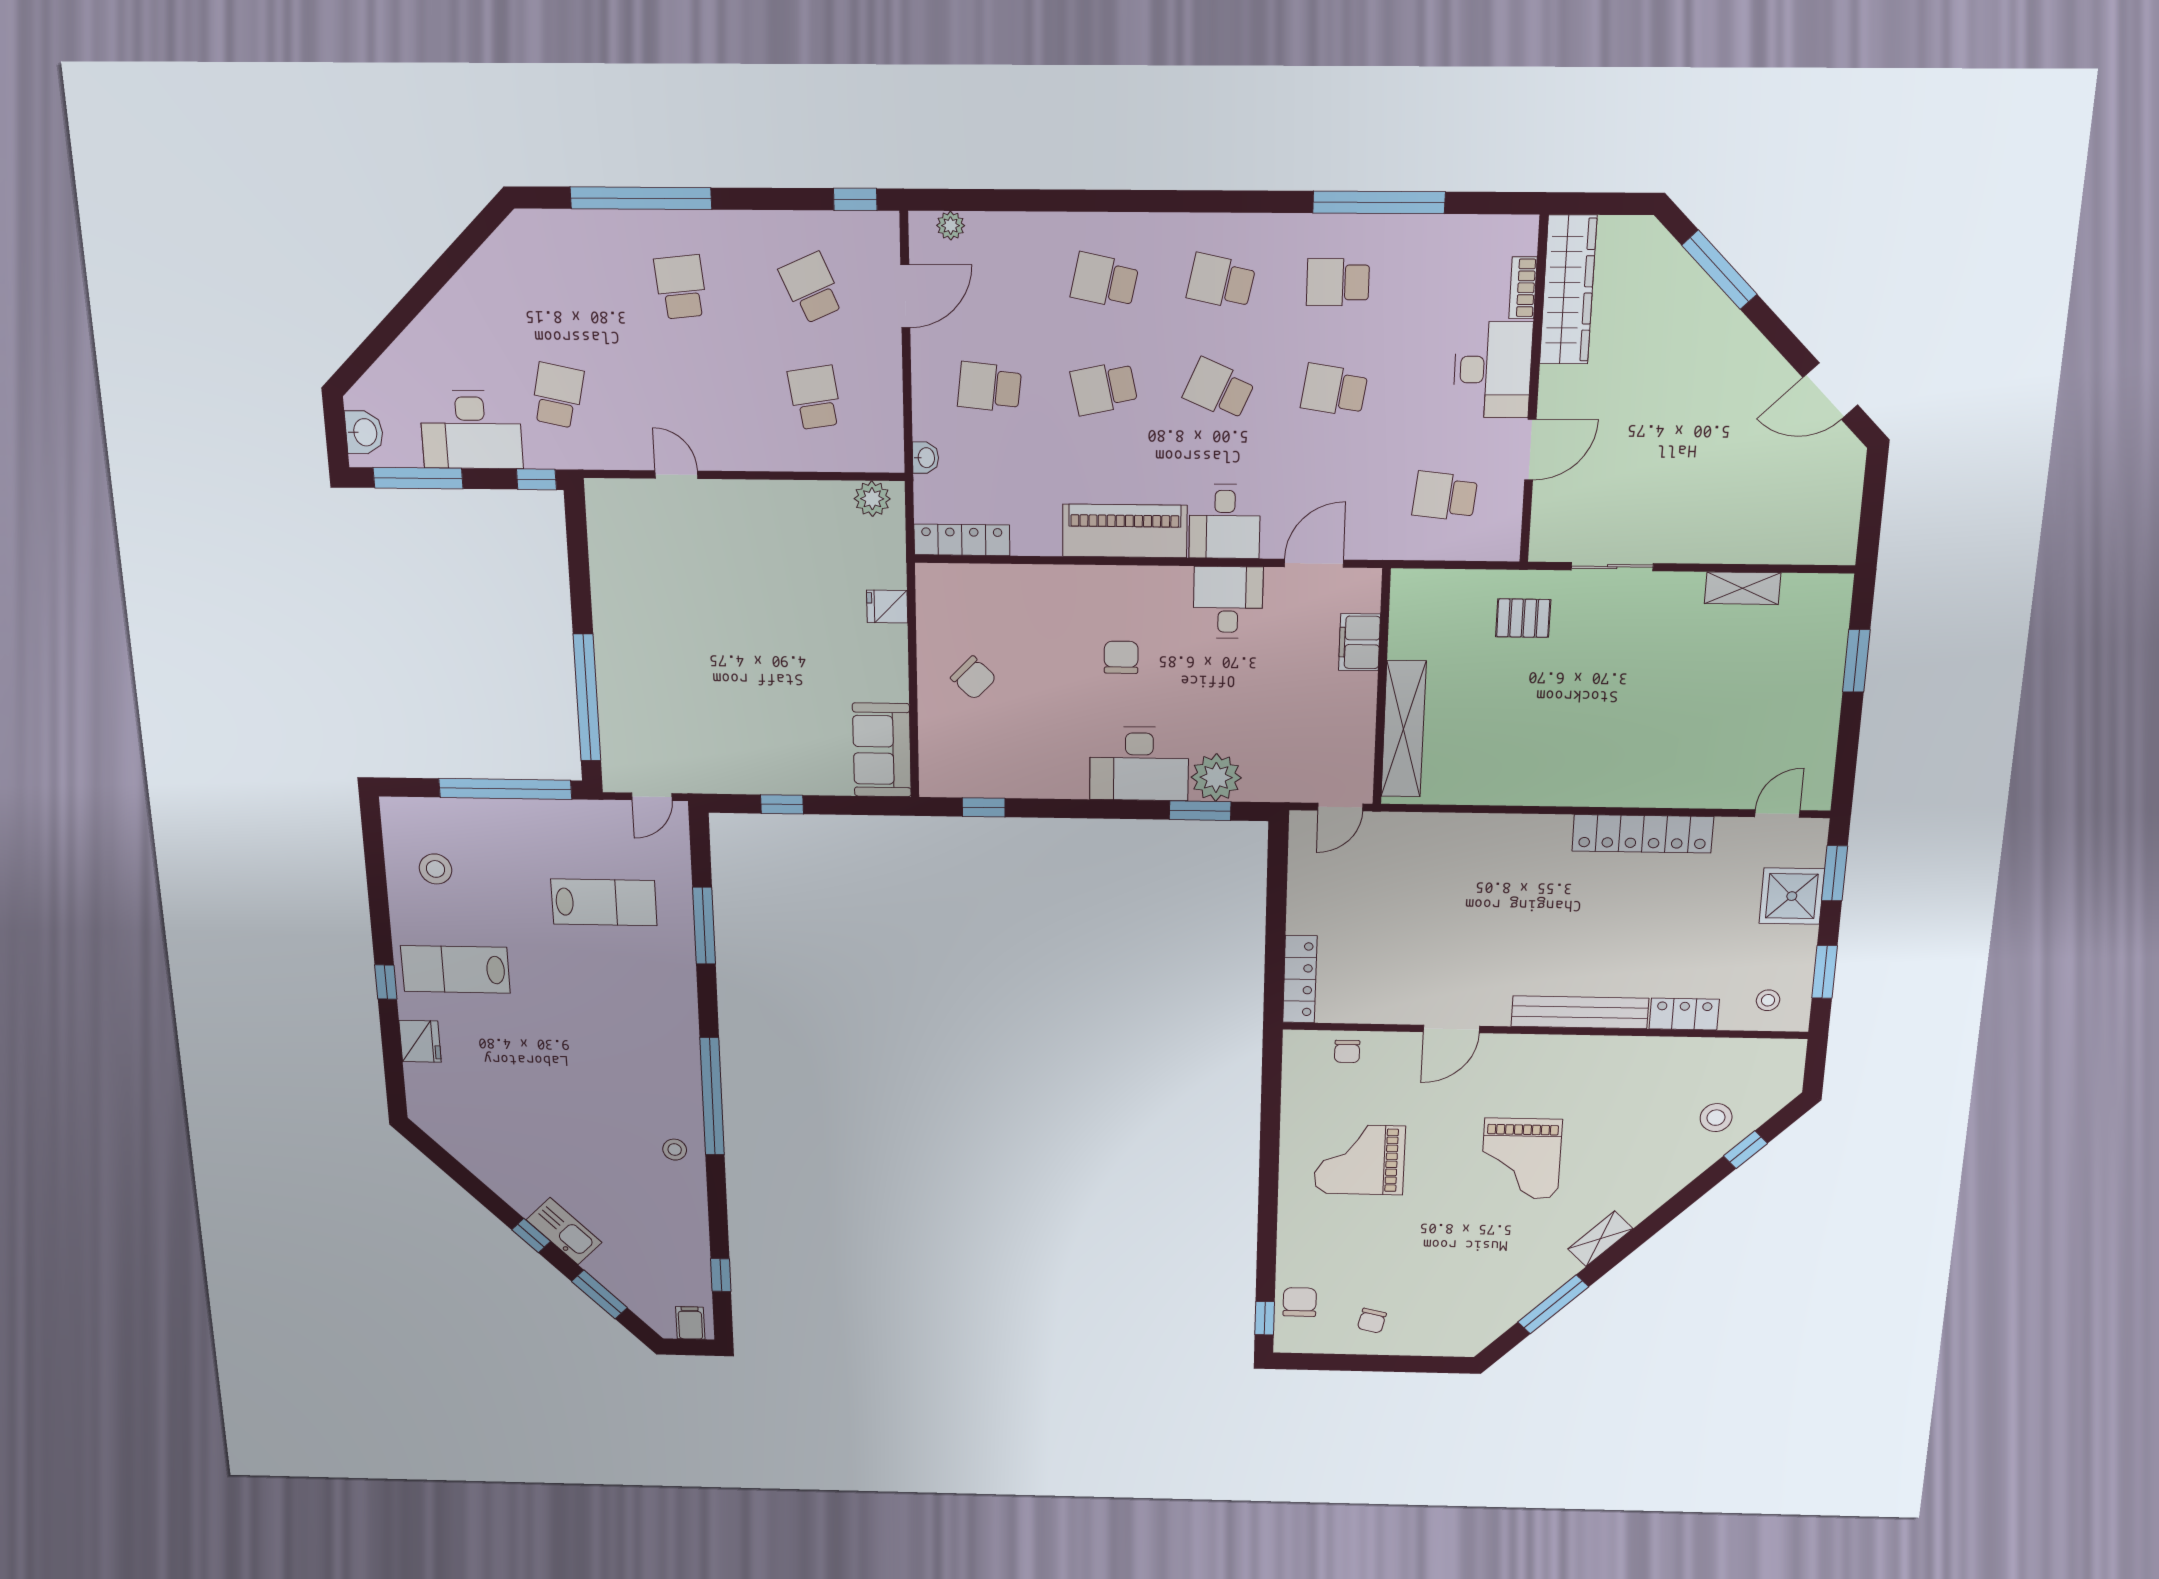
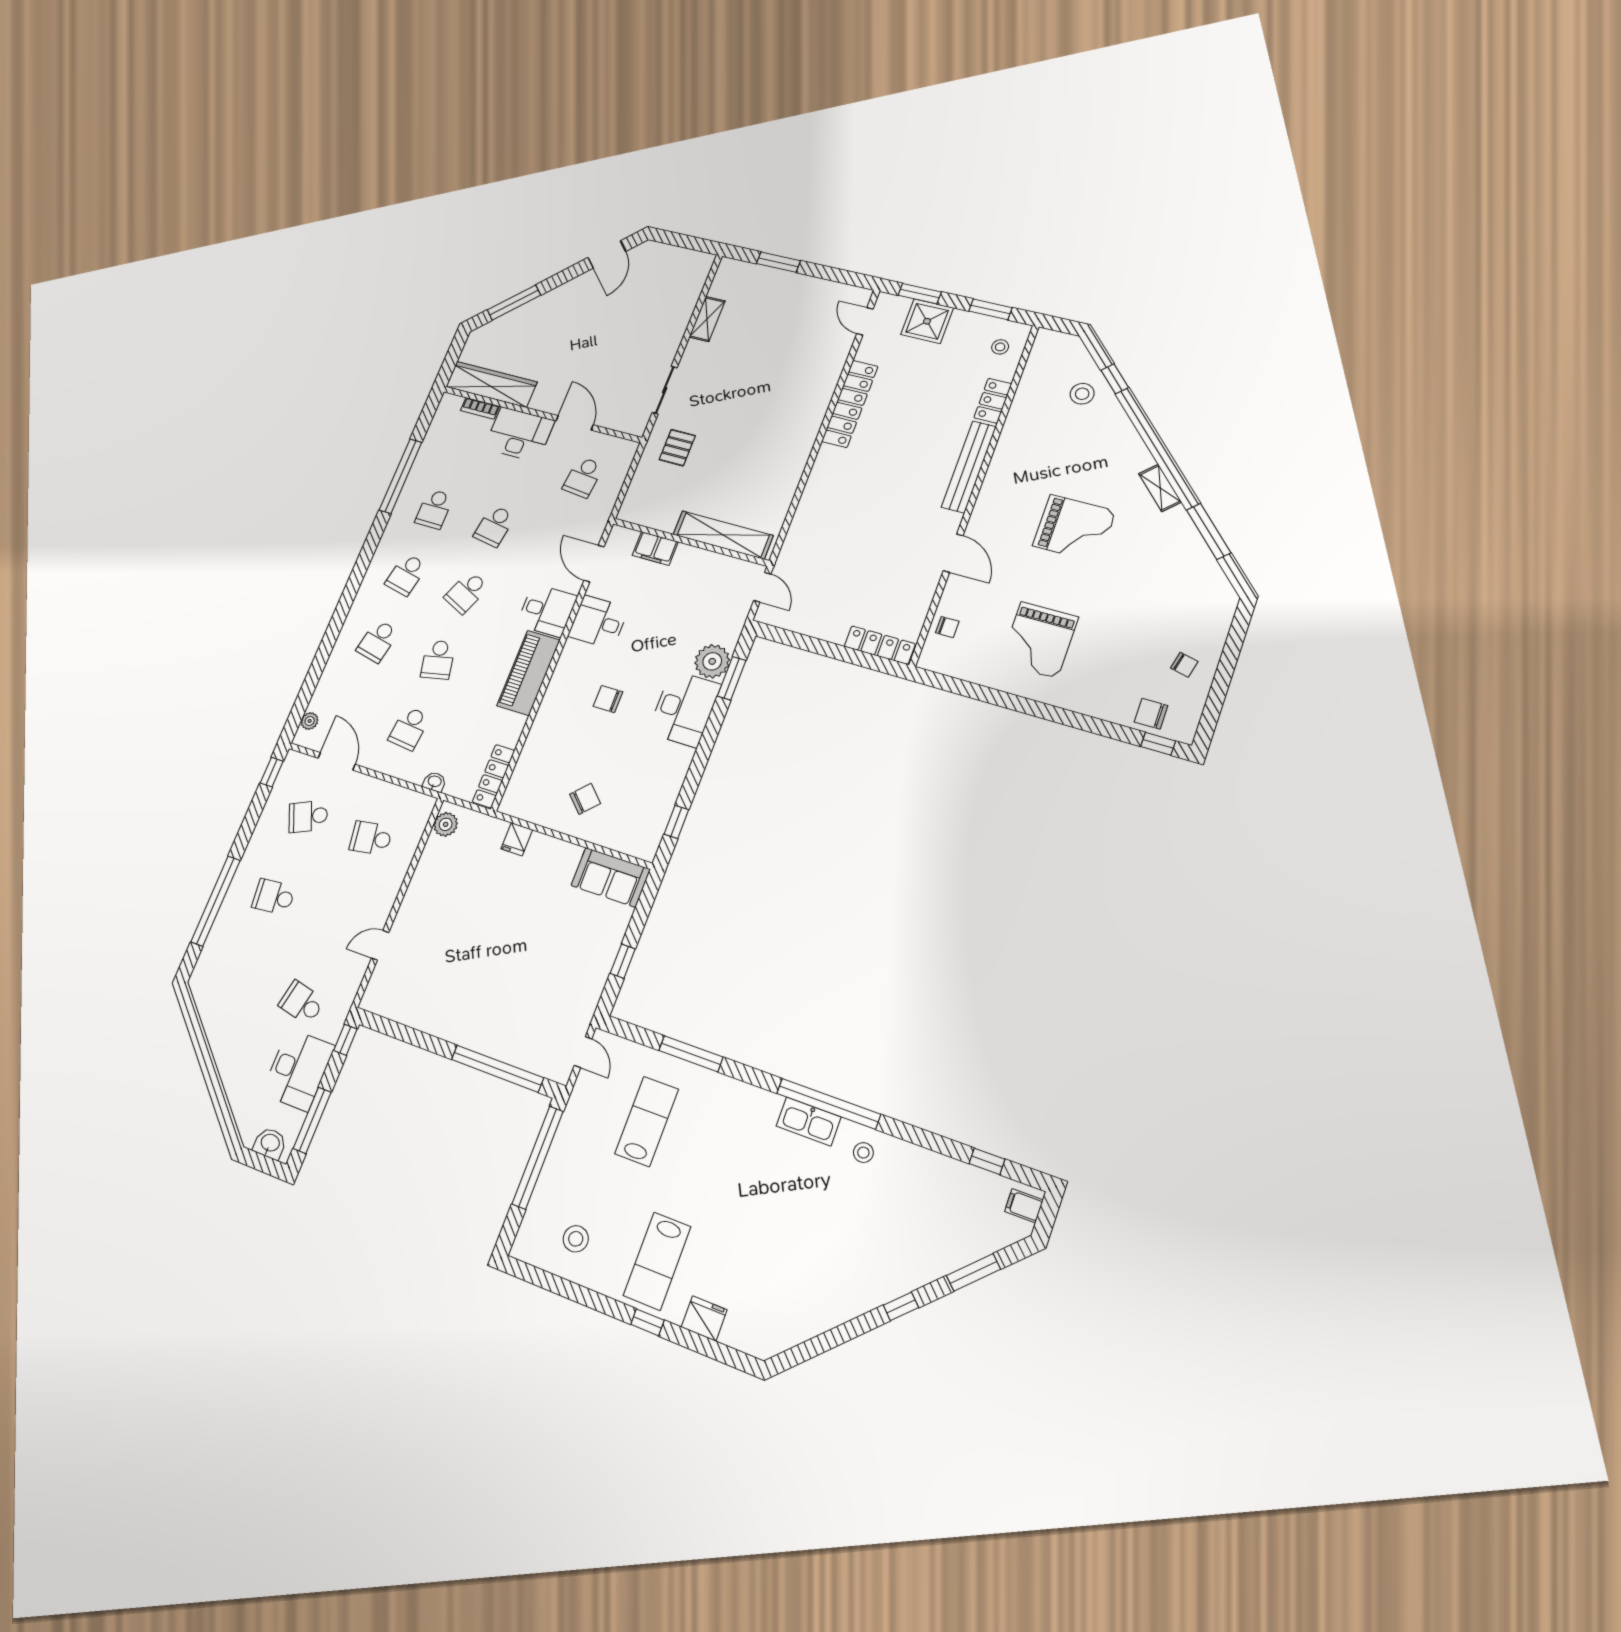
kitchen sink: (564, 1231) -> (809, 1122), moved, turned -135

